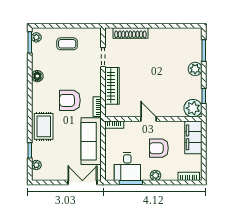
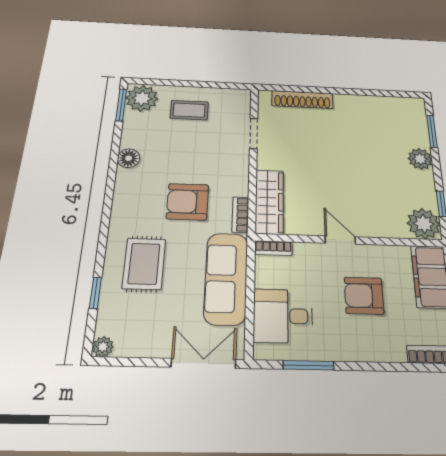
plant: (36, 37) -> (142, 98), width x1.88, depth x1.88
wardrobe: (112, 86) -> (269, 202), moved
rug: (44, 126) -> (144, 264), moved
plant: (36, 165) -> (103, 347), moved
desk: (127, 167) -> (283, 316), moved, turned 90
plant: (156, 175) -> (360, 351), removed

